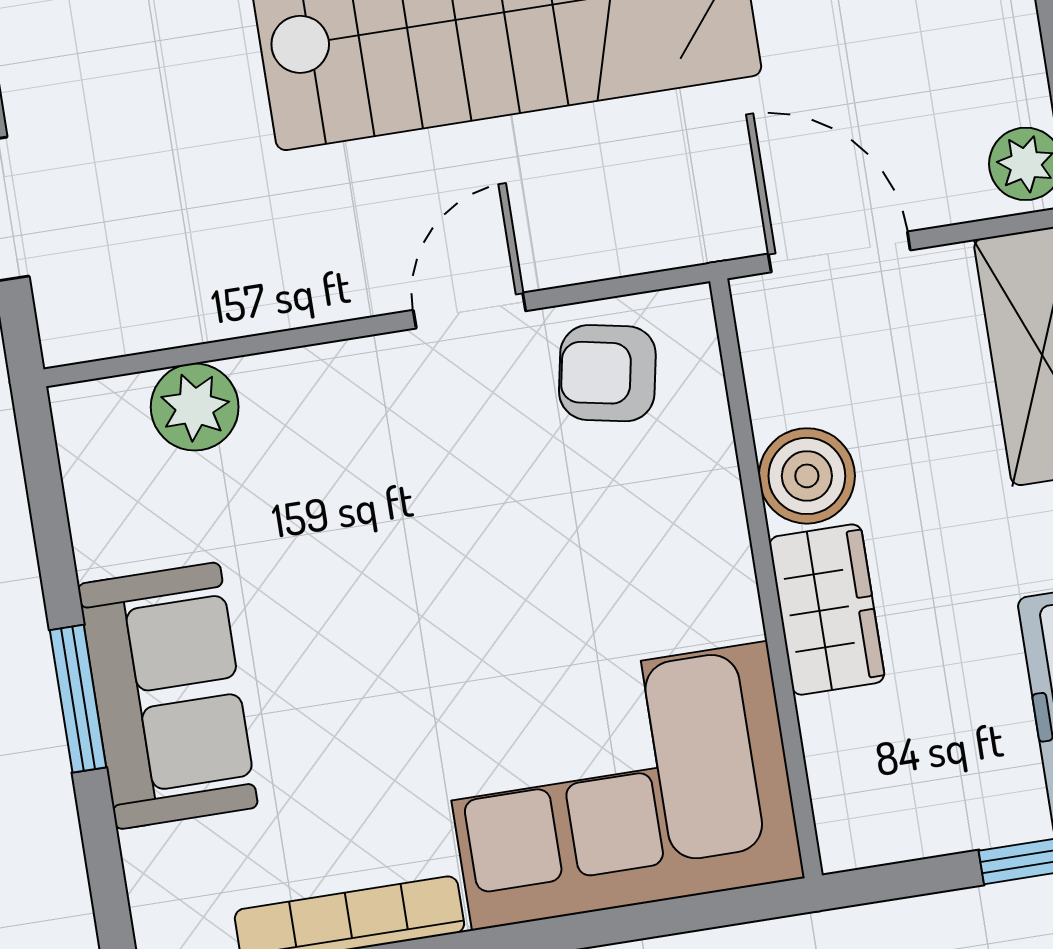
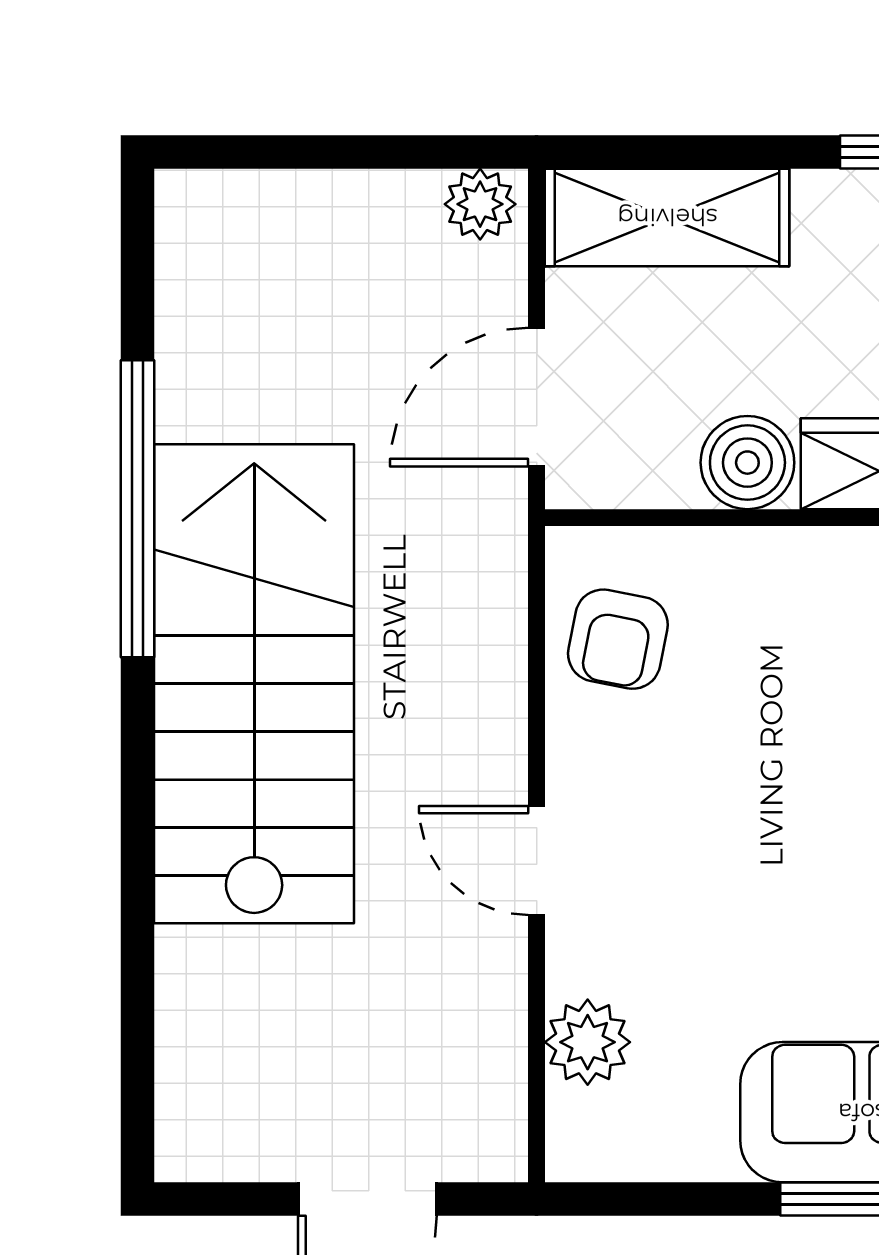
door: (470, 311) -> (537, 860), moved

